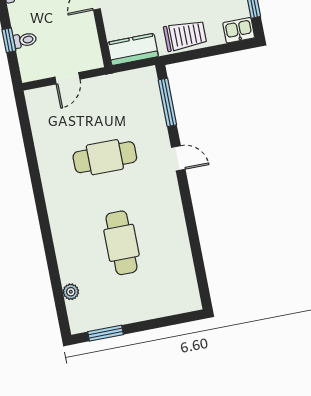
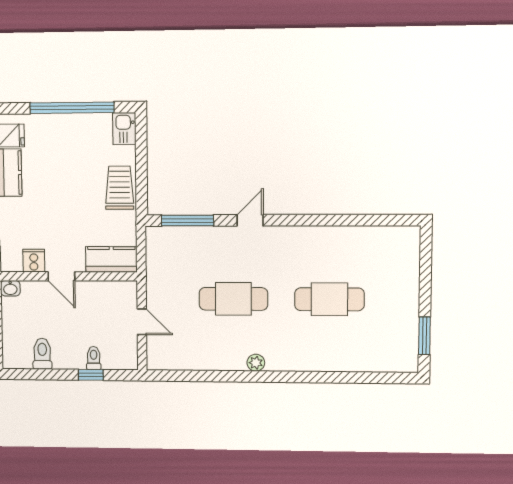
kitchen counter: (133, 49) -> (111, 259), moved, turned 90
cafe table: (105, 157) -> (233, 299), turned 90
plant: (71, 292) -> (256, 363), moved

